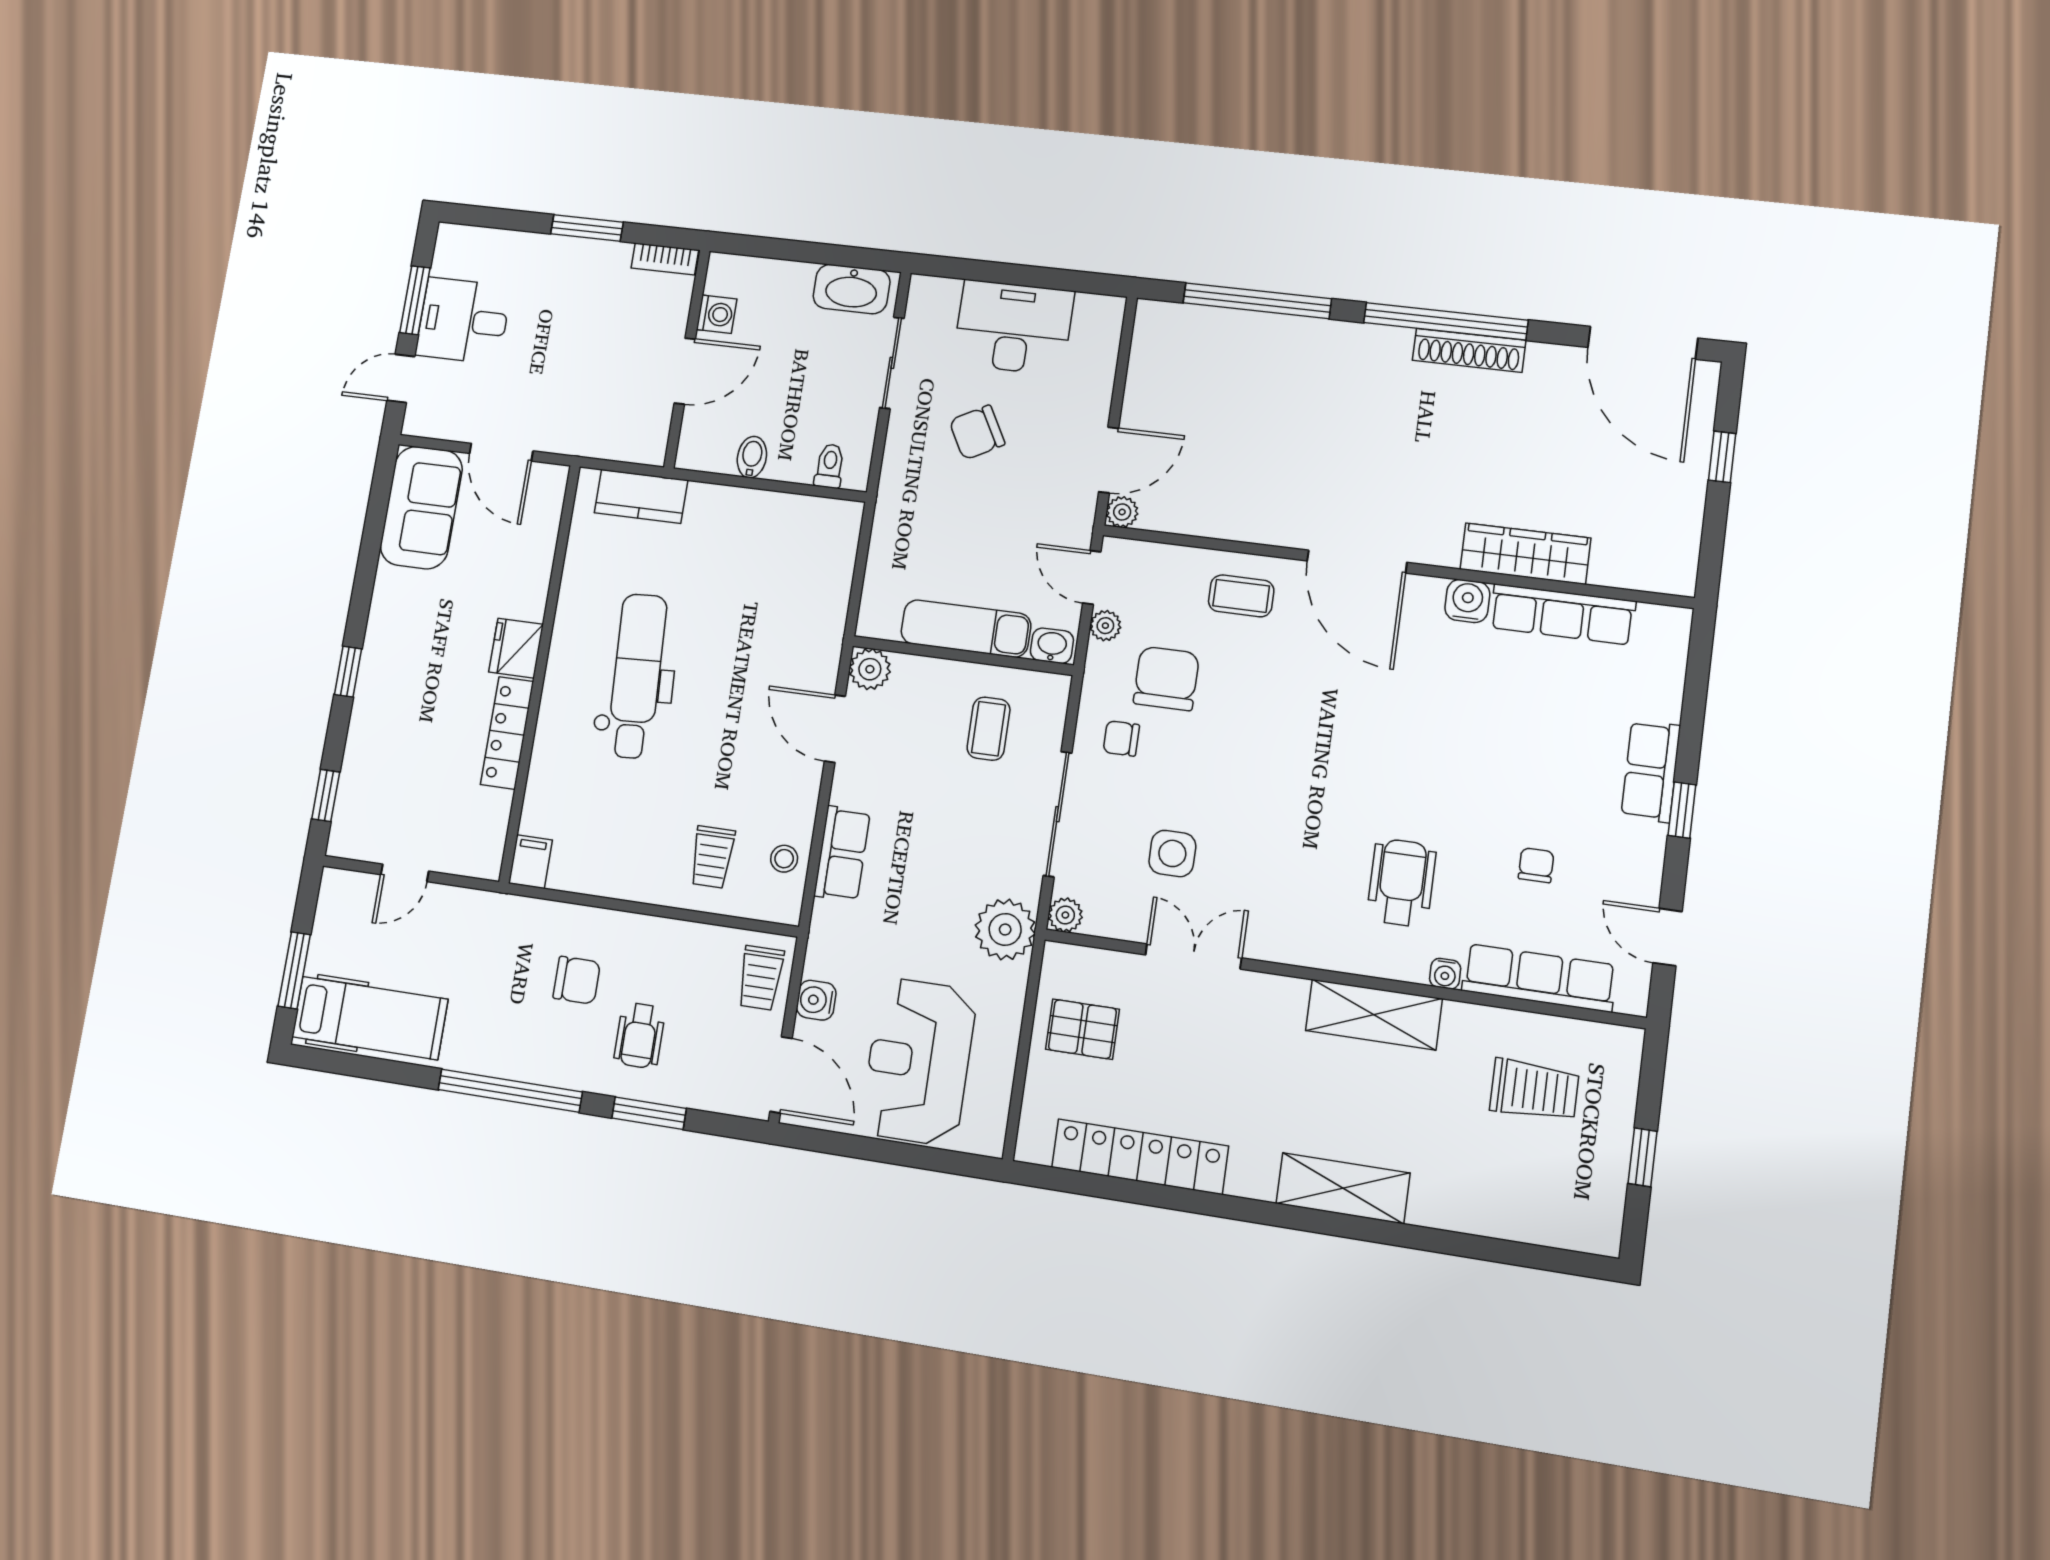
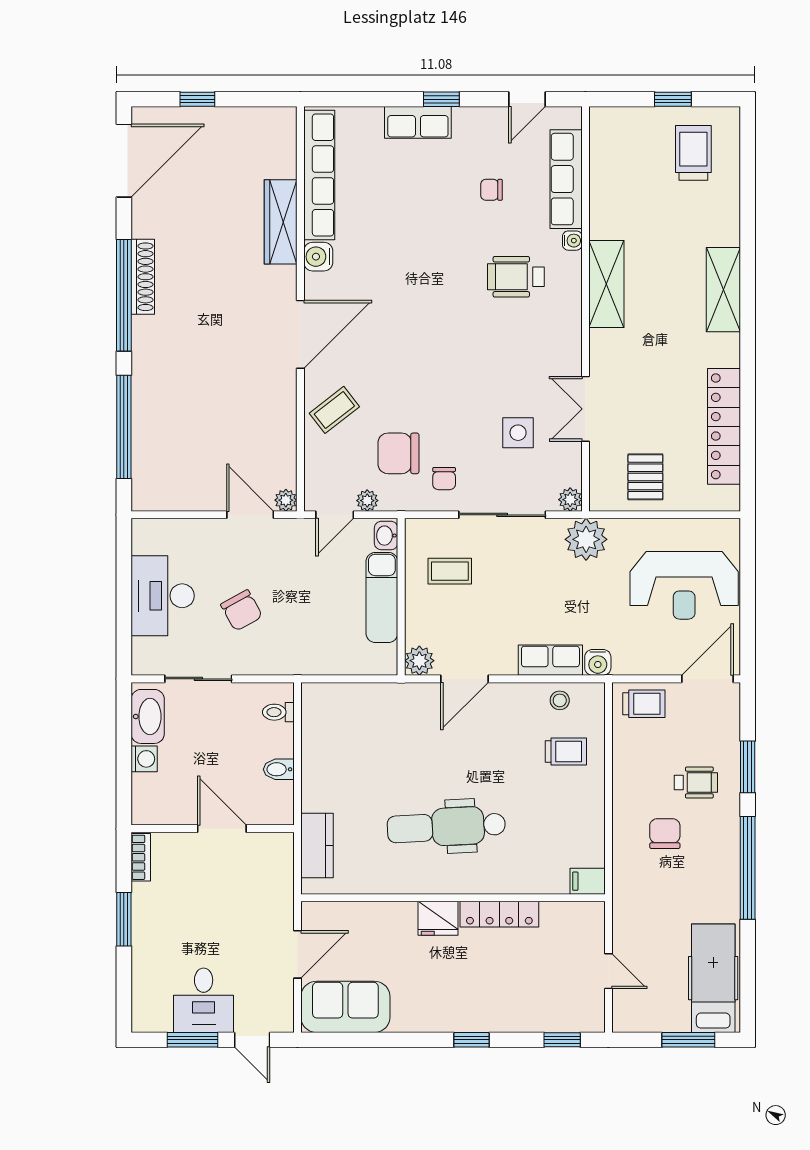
washing machine: (717, 314) -> (144, 759), moved, turned 90
coffee table: (1241, 596) -> (334, 410), turned 52
row of seats: (1562, 614) -> (319, 175), width x1.36
water cooler: (816, 1000) -> (598, 662), moved
trolley: (1534, 1090) -> (693, 153), moved

